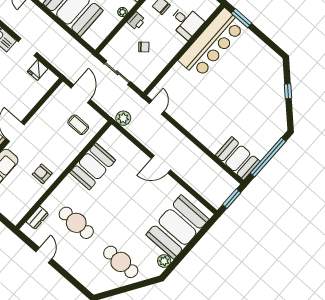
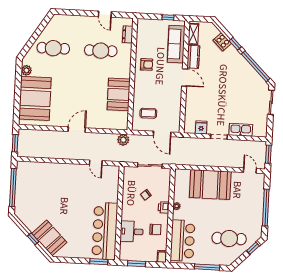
door: (157, 107) -> (96, 163), moved
booth: (238, 158) -> (49, 238), moved, turned 45

